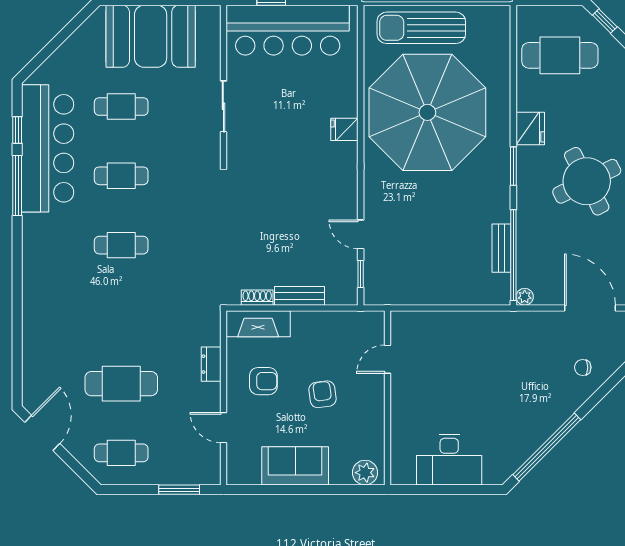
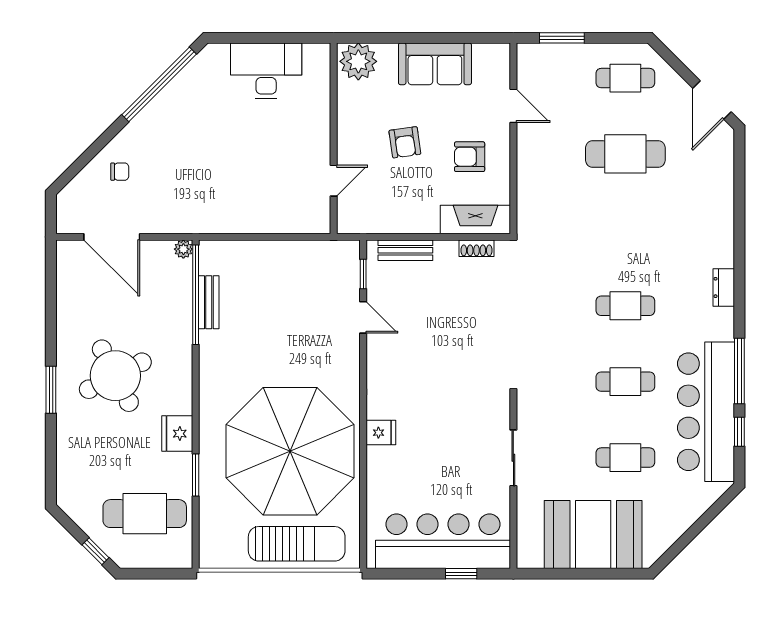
window: (513, 166) -> (196, 475), moved
bench: (300, 296) -> (405, 250), moved
dresser: (211, 364) -> (724, 287), moved, turned 180
plant: (365, 473) -> (358, 61), width x1.36, depth x1.36

